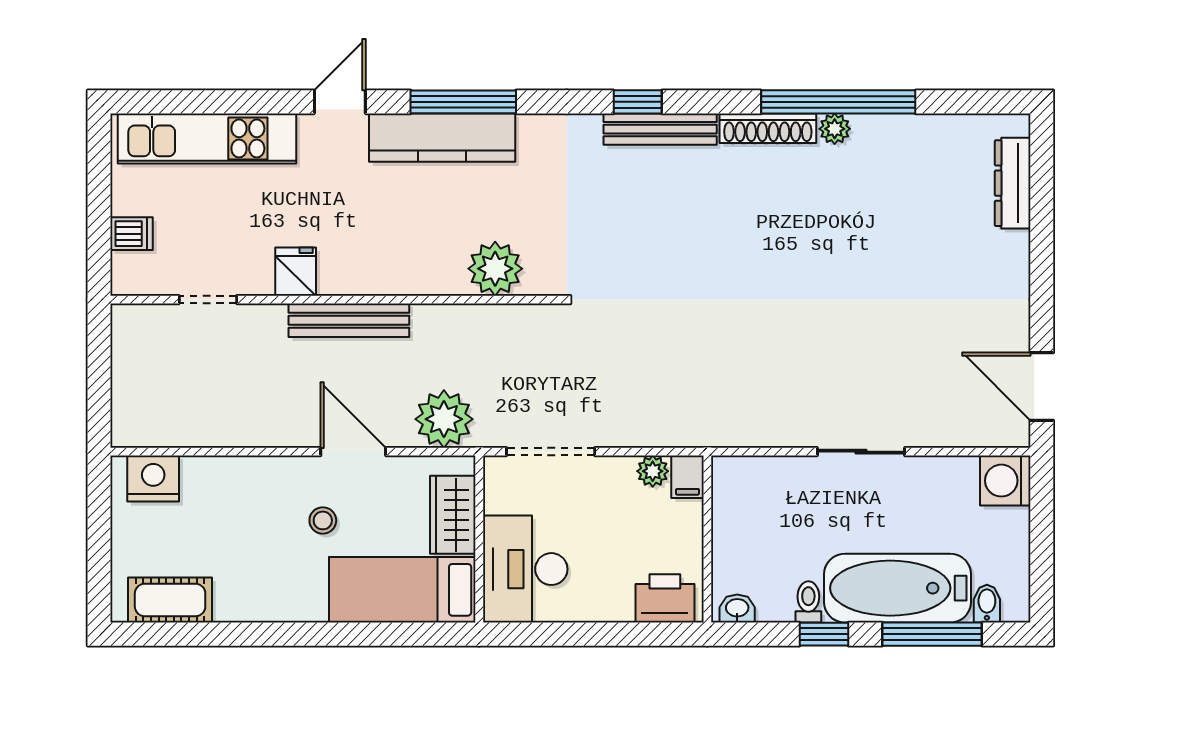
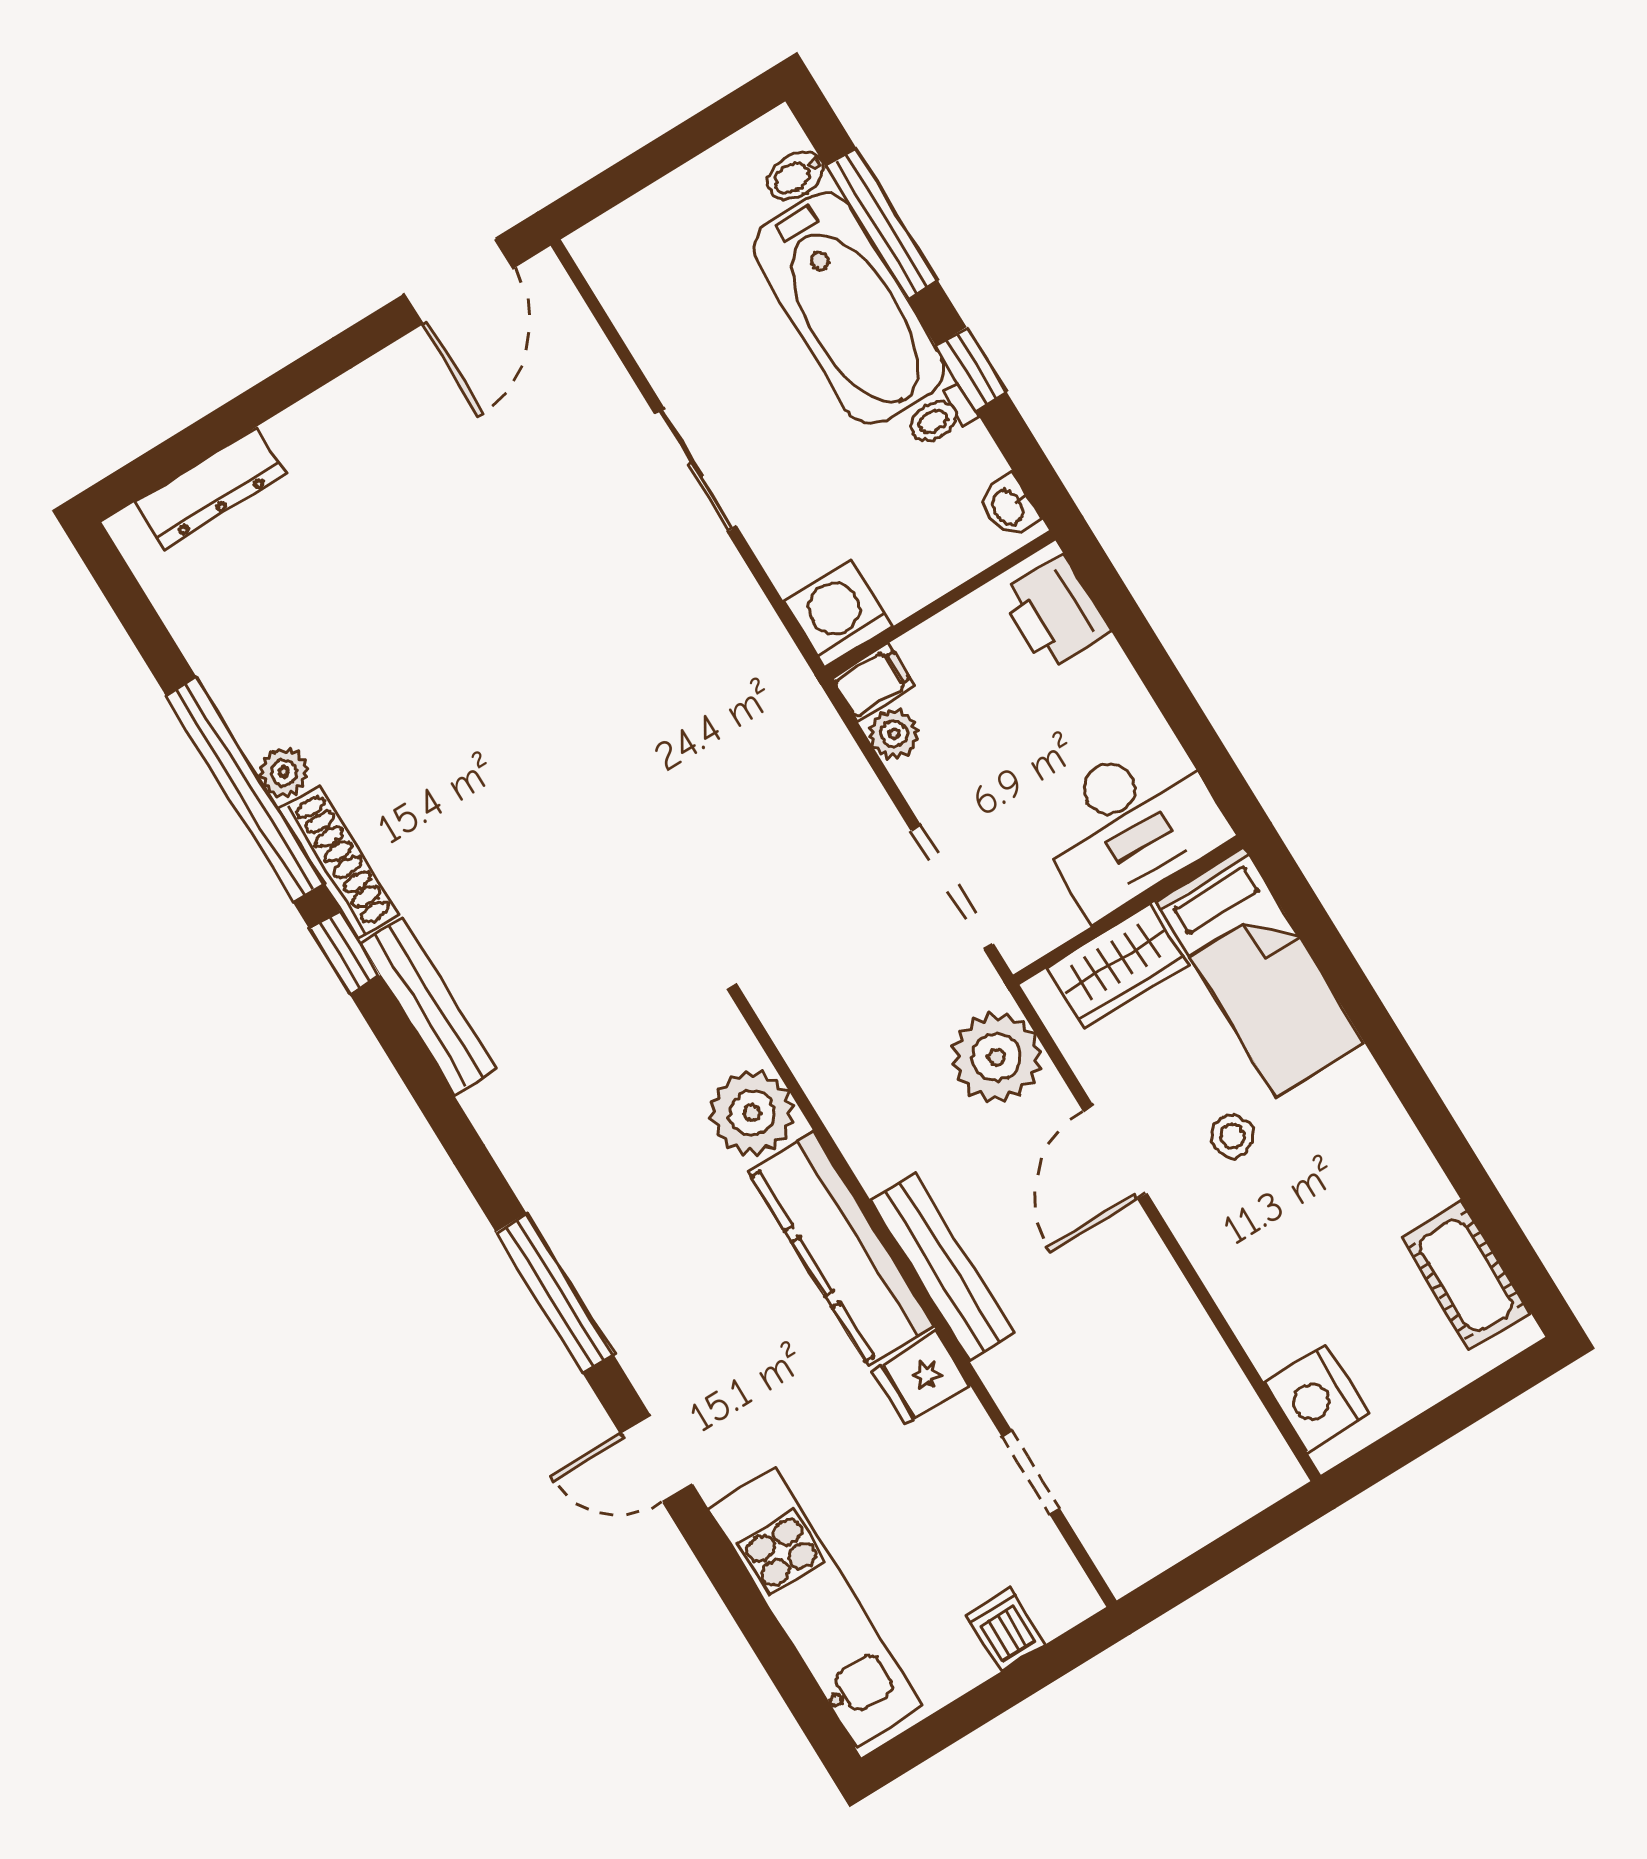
window: (638, 102) -> (345, 952), moved
kitchen counter: (442, 138) -> (841, 1249), moved, turned 180
washing machine: (1005, 481) -> (838, 614), moved, turned 180

